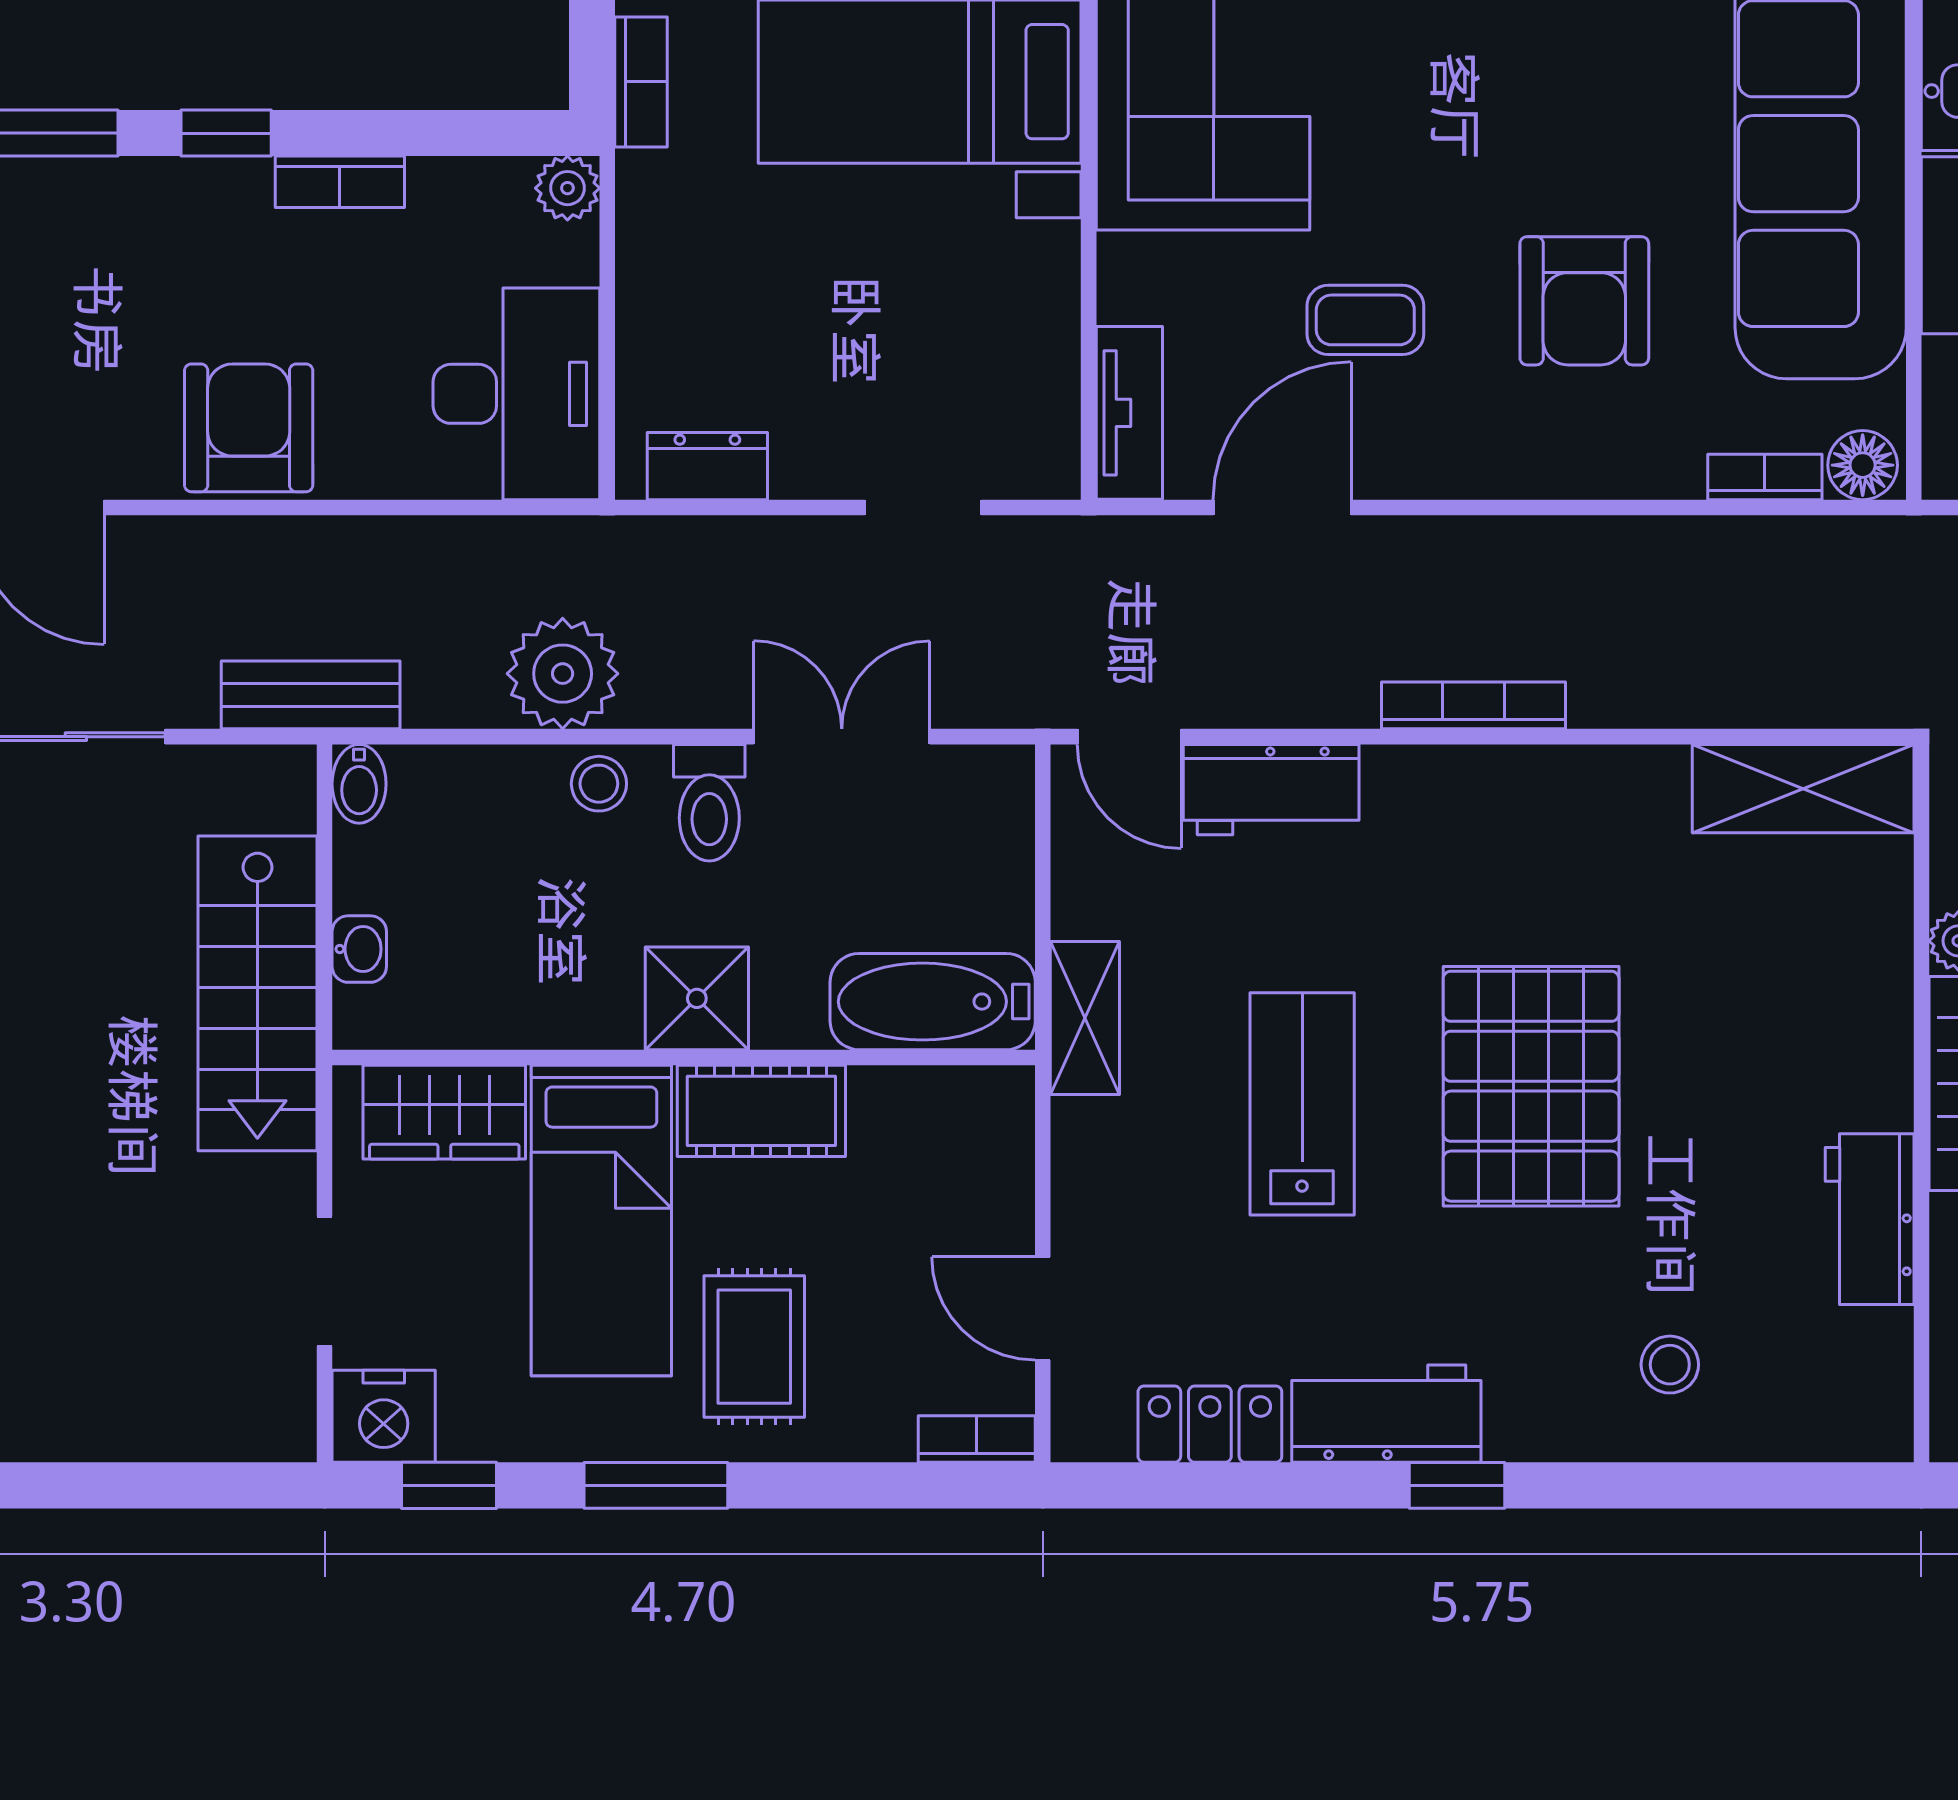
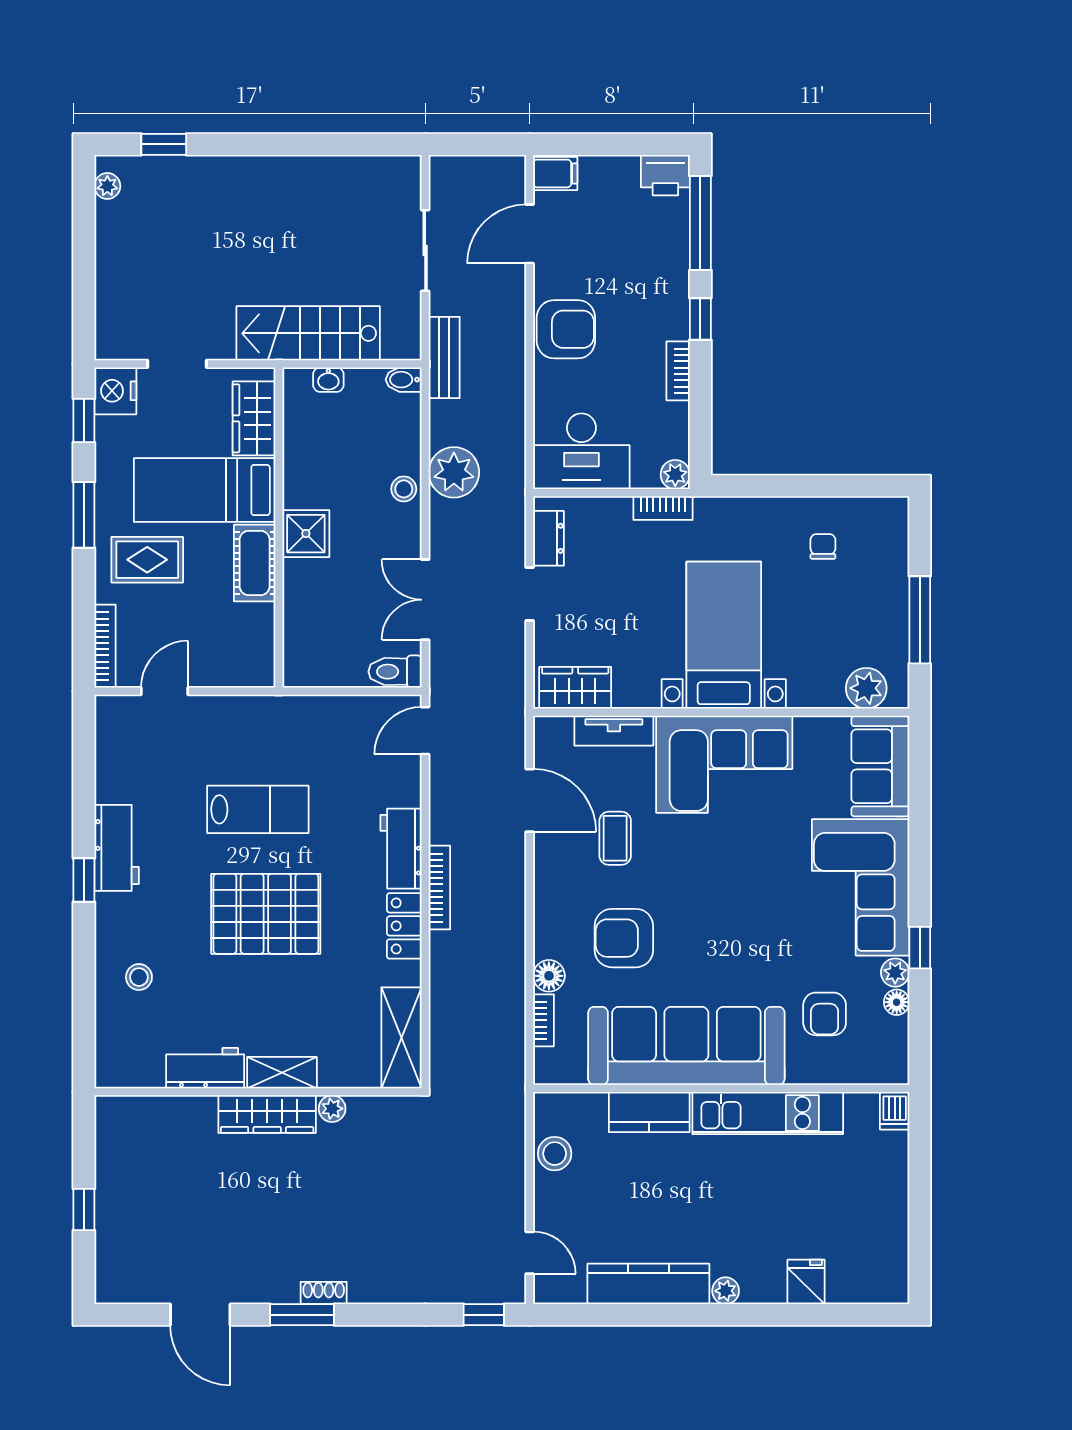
bookcase: (641, 82) -> (663, 508), moved
wardrobe: (1035, 408) -> (575, 688), added
tv unit: (1129, 413) -> (614, 731), moved
floor lamp: (1863, 465) -> (549, 976), moved
doorway: (923, 507) -> (530, 594), moved
double door: (842, 737) -> (425, 600), swing flipped
workbench: (1271, 790) -> (401, 849), moved
toilet: (709, 803) -> (395, 672), moved
bathtub: (933, 1002) -> (304, 641), removed
shelving: (1085, 1018) -> (282, 1073), moved
locker: (1210, 1424) -> (404, 926), moved, turned 180
bookcase: (977, 1439) -> (105, 646), width x1.56

